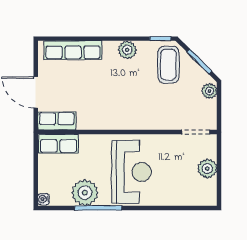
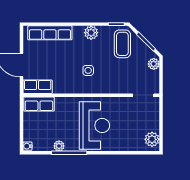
side table: (123, 100) -> (88, 70), added
plant: (207, 169) -> (152, 139), moved
plant: (85, 193) -> (59, 146), width x0.53, depth x0.53

